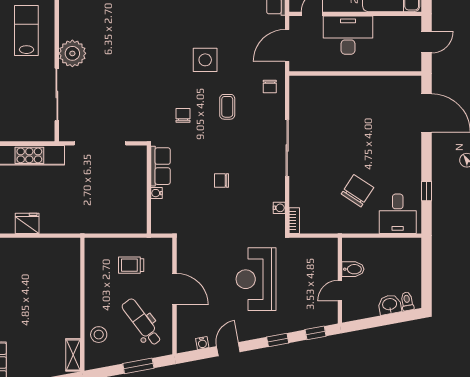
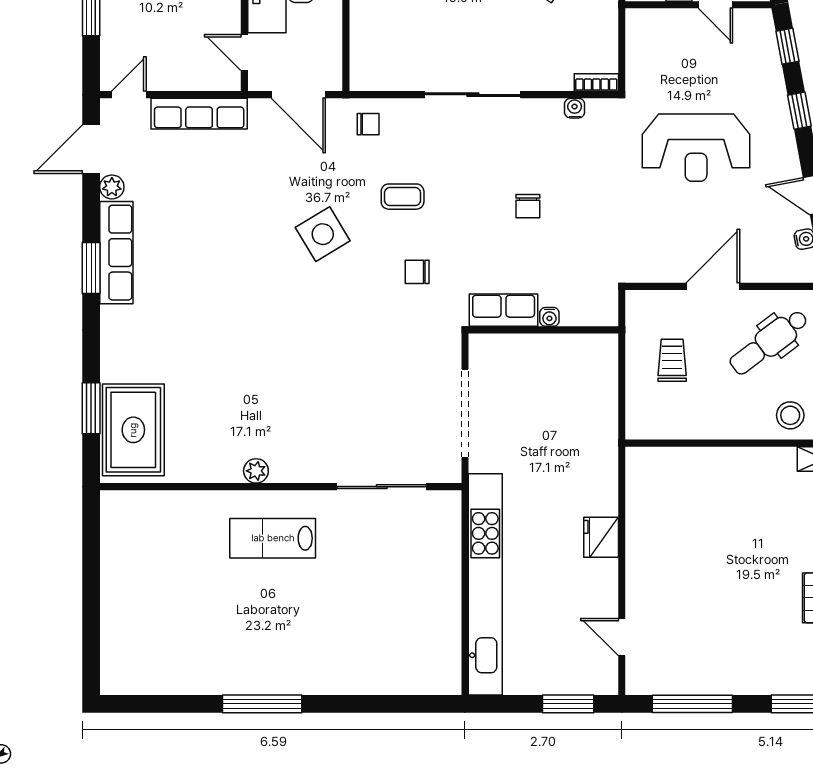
plant: (72, 53) -> (256, 471), moved, width x0.53, depth x0.53
side table: (205, 60) -> (323, 234), turned -31
trolley: (131, 265) -> (672, 360), turned 180

